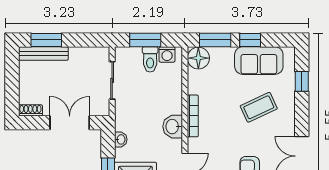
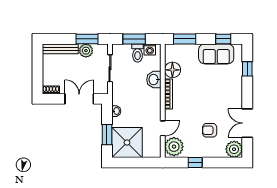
window: (46, 40) -> (87, 39), moved
window: (250, 40) -> (223, 39), moved
plant: (79, 56) -> (86, 51), added
floor lamp: (198, 58) -> (172, 70), moved
coffee table: (259, 107) -> (216, 88), removed
washbasin: (173, 127) -> (154, 80), moved

